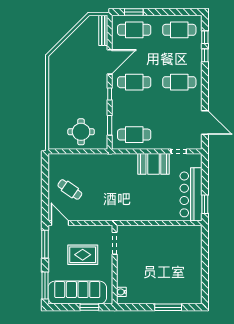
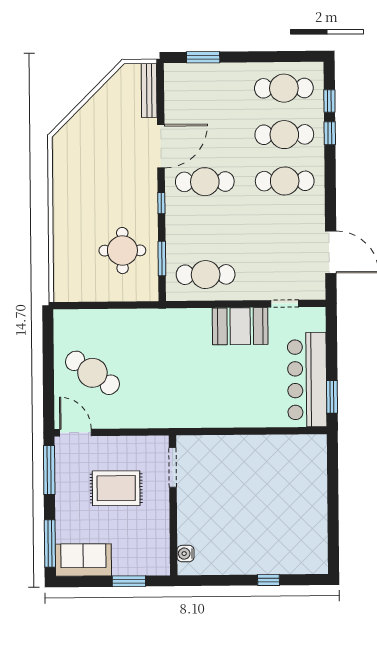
cafe table: (134, 30) -> (284, 135), moved
round table: (81, 132) -> (122, 251), moved
cafe table: (70, 189) -> (92, 373), width x1.37, depth x1.35
sofa: (77, 293) -> (83, 560), width x0.54, depth x0.79
window: (168, 307) -> (269, 580), width x0.46

